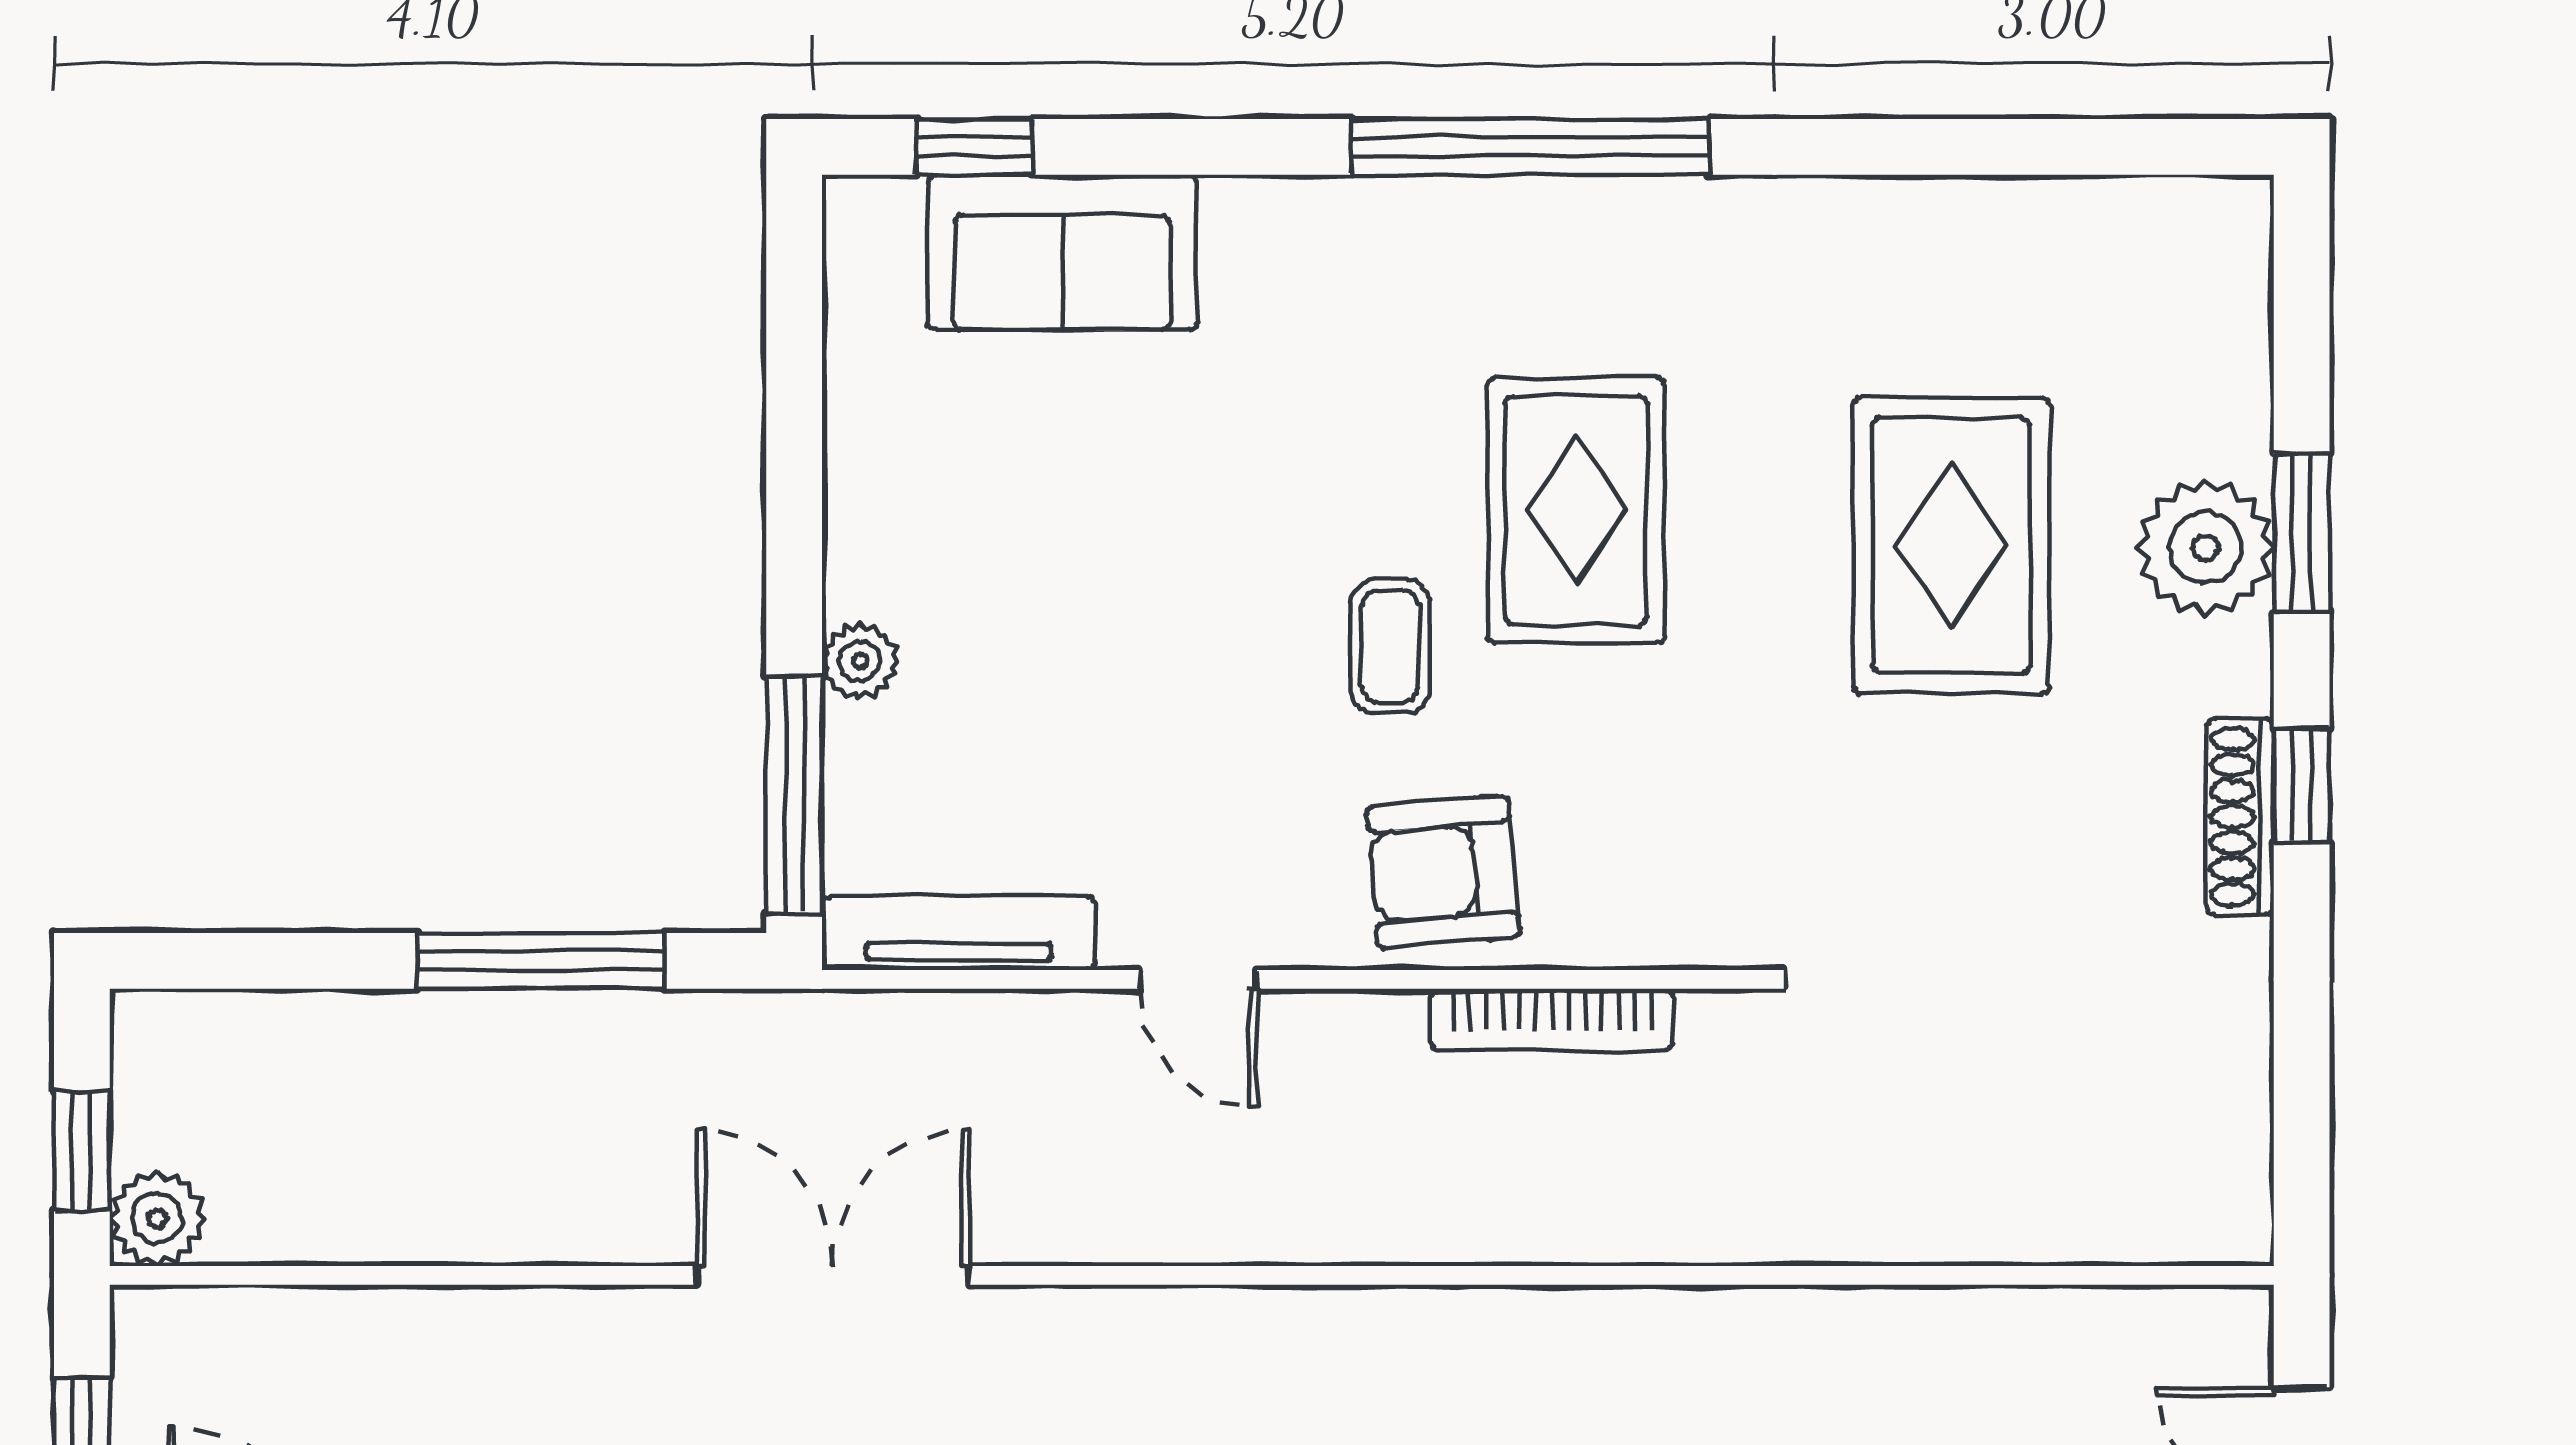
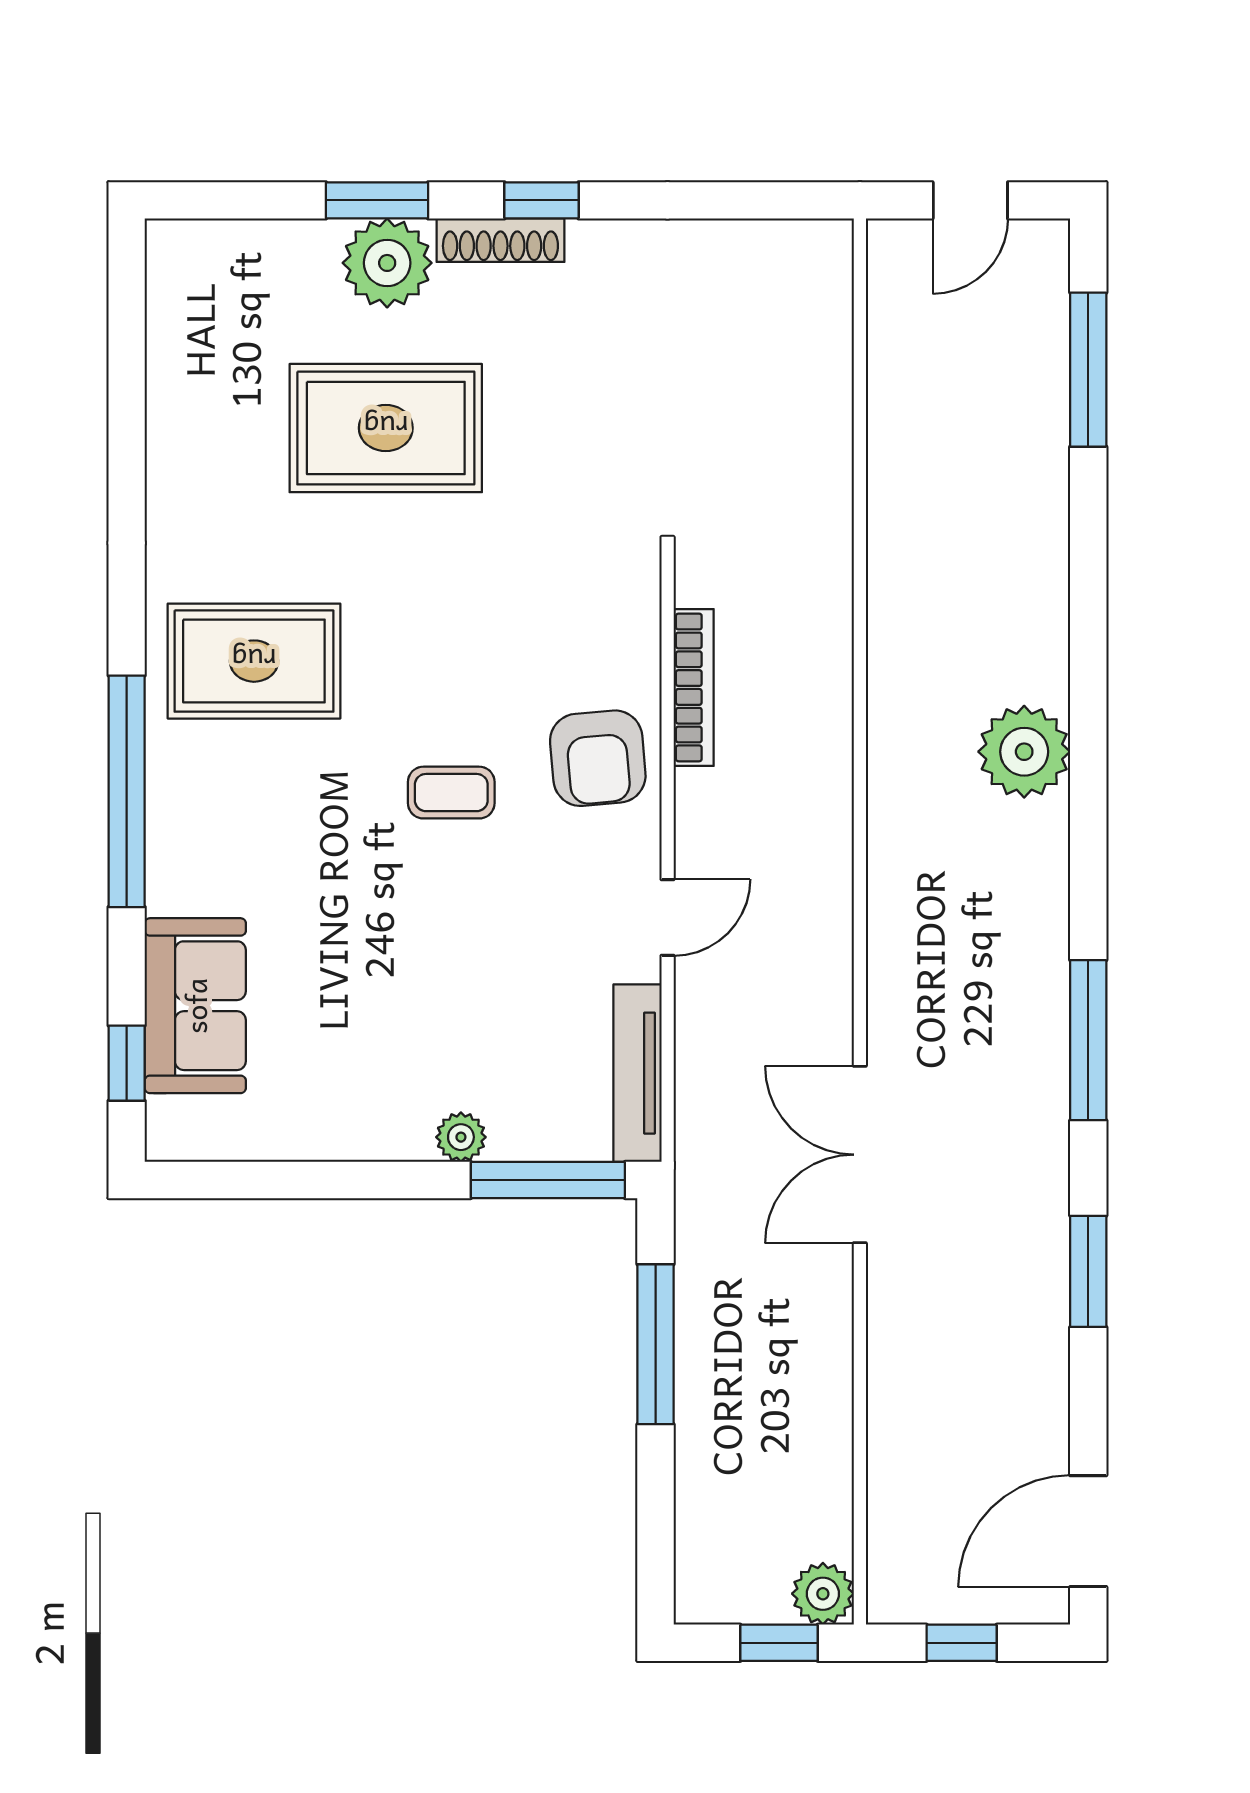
window: (1530, 147) -> (127, 791), moved
rug: (1576, 510) -> (254, 661), moved
shoe rack: (2240, 817) -> (500, 240), moved

